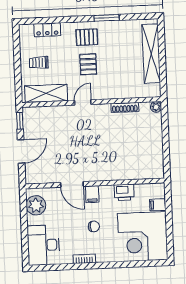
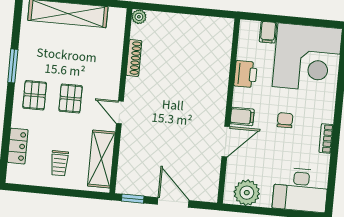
pallet: (88, 64) -> (71, 98), turned 90

